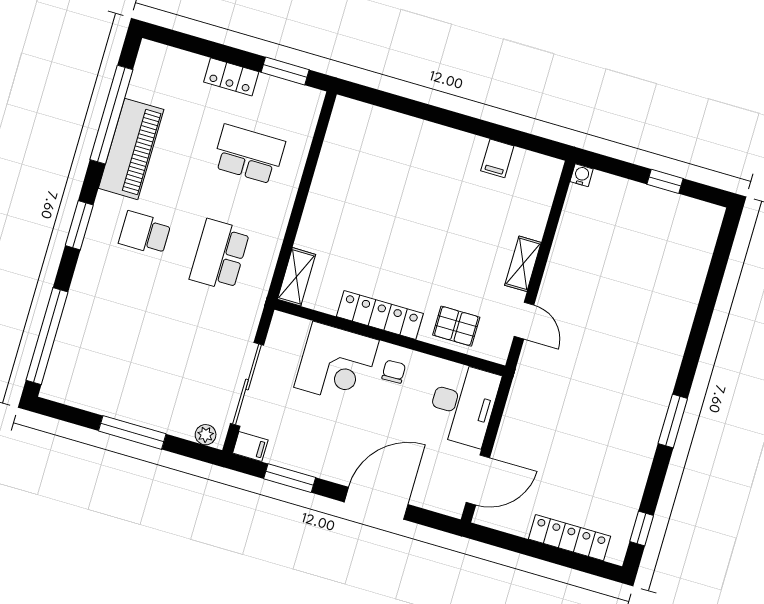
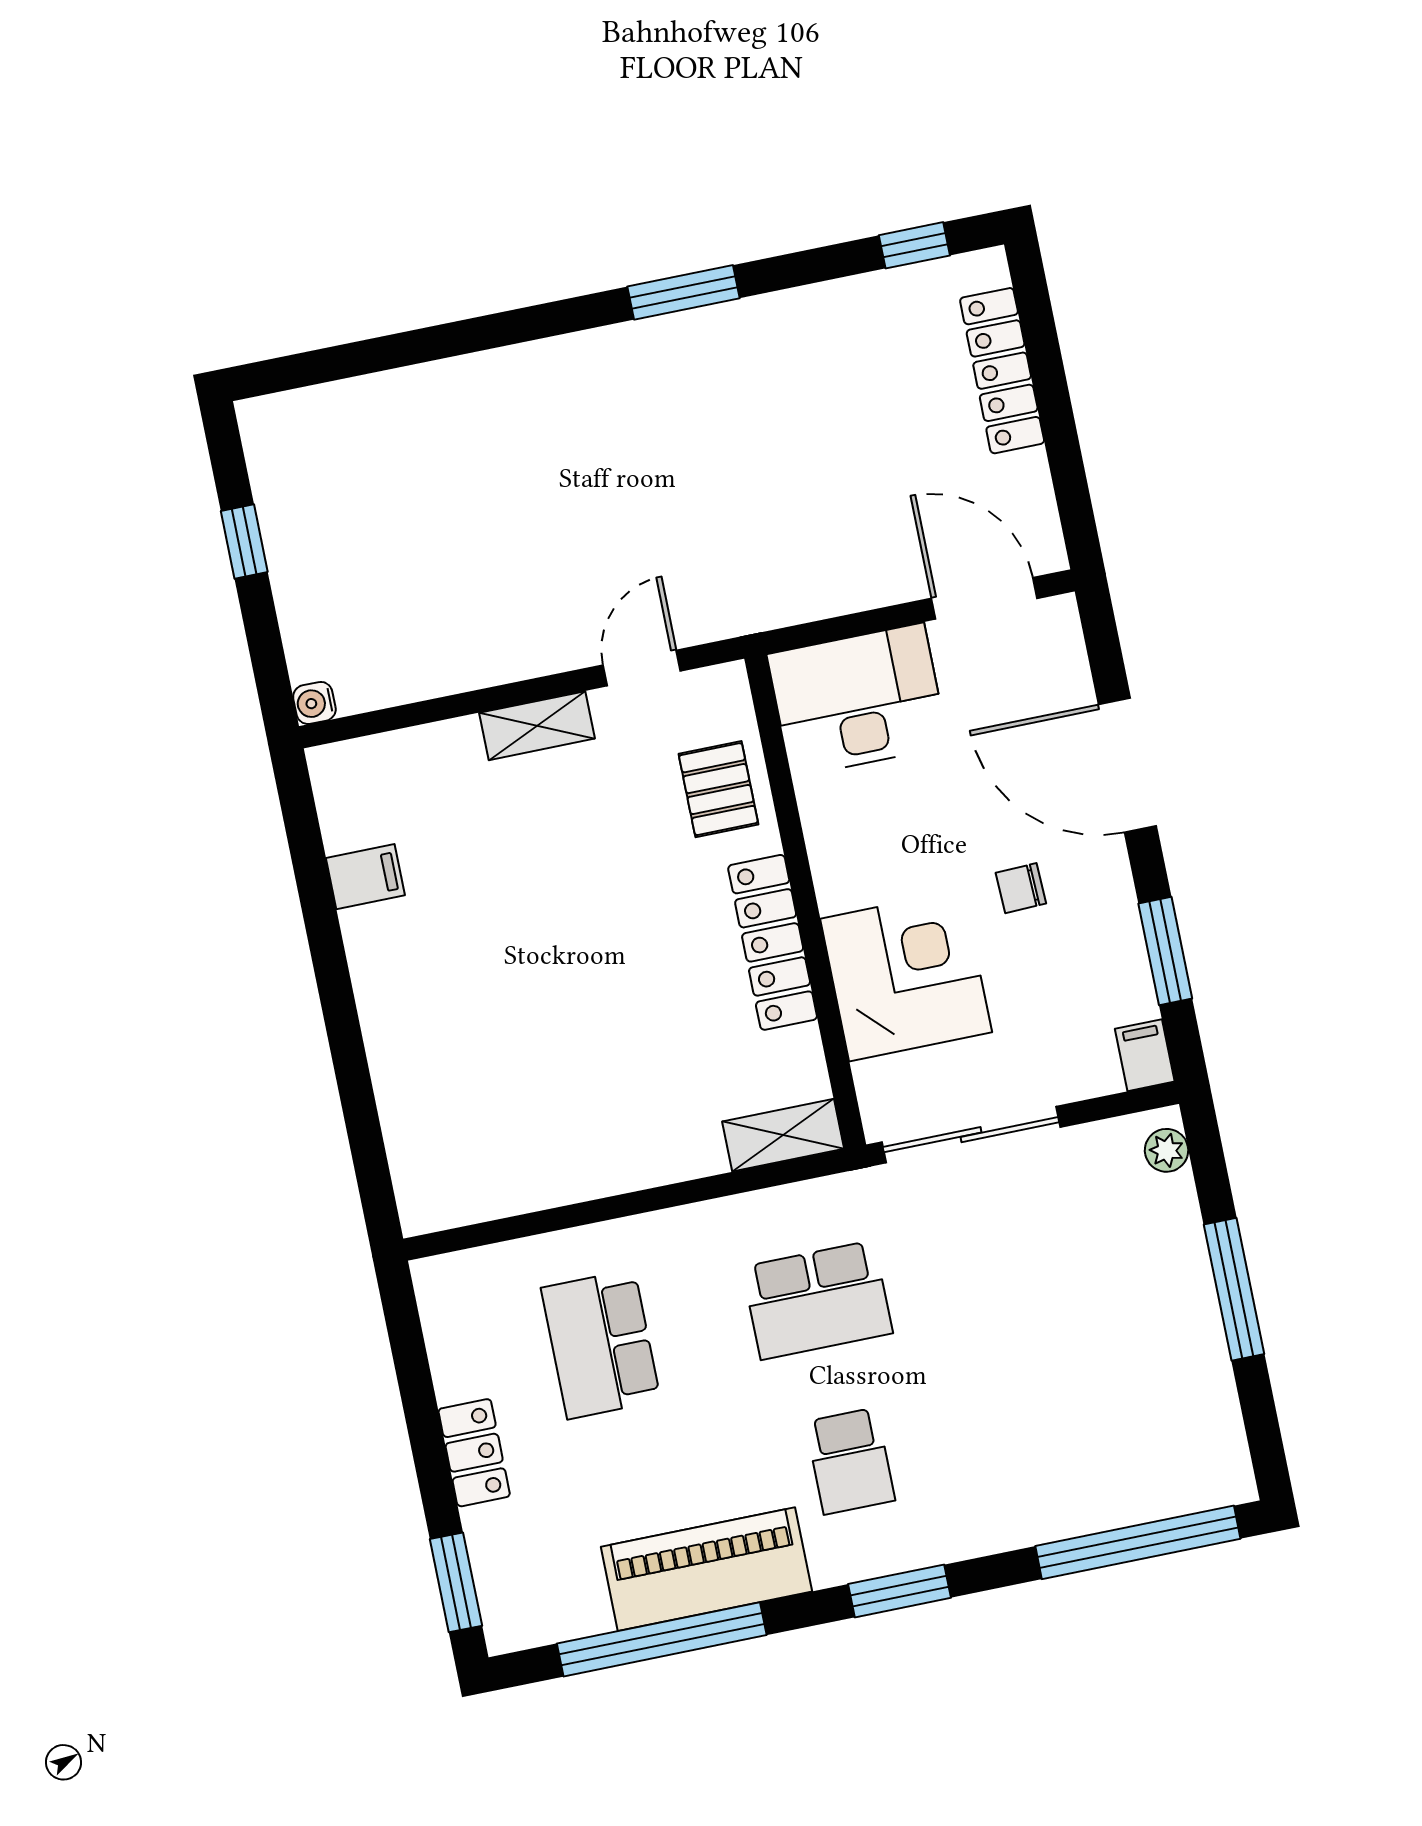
window: (285, 71) -> (456, 1582), moved
chair: (394, 372) -> (1021, 888), moved
sliding door: (247, 384) -> (971, 1135), moved

